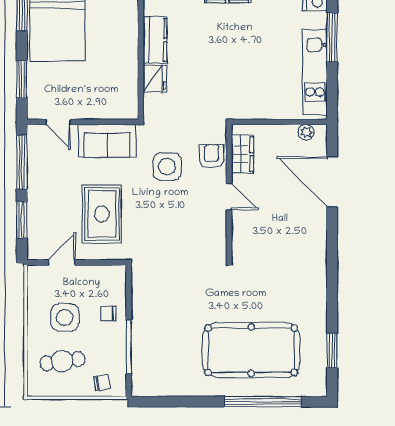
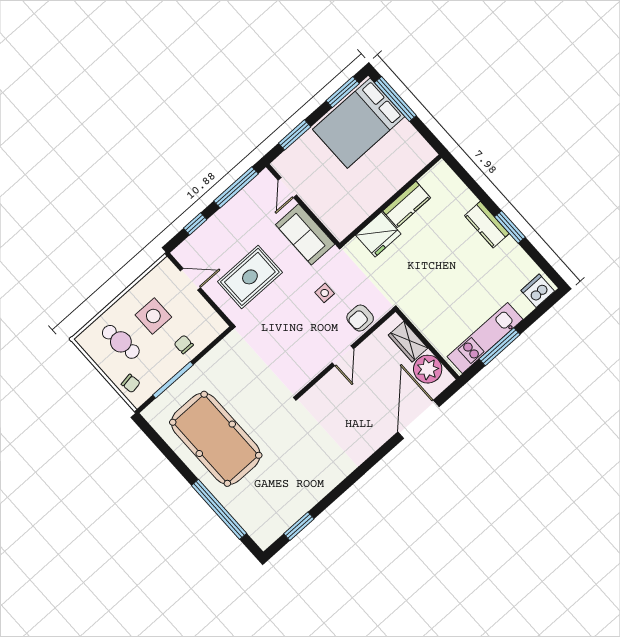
window: (332, 37) -> (500, 347), moved
fridge: (155, 79) -> (378, 235), width x1.36, depth x1.34
plant: (306, 132) -> (428, 369), width x1.88, depth x1.88
wardrobe: (243, 154) -> (408, 342), moved, turned 90
armchair: (212, 156) -> (360, 318), turned 180
side table: (167, 167) -> (325, 293), width x0.54, depth x0.54
window: (22, 220) -> (195, 224), width x0.67
pool table: (251, 350) -> (216, 439), moved

